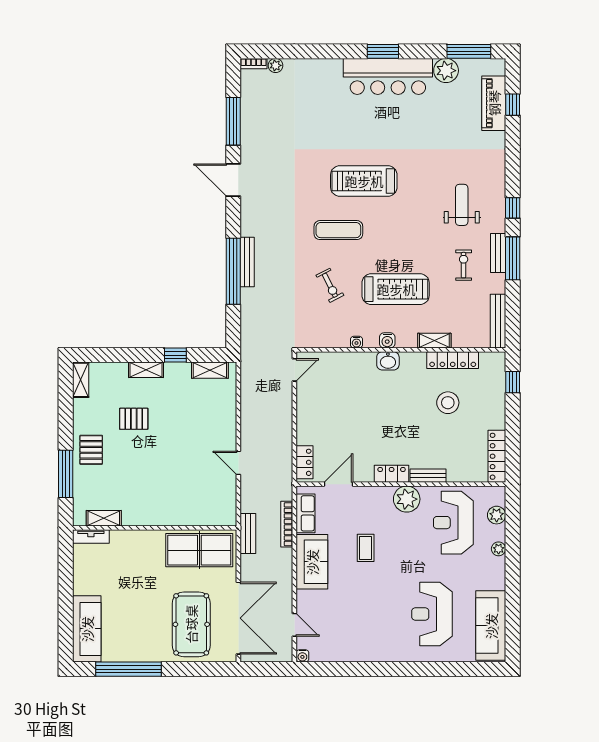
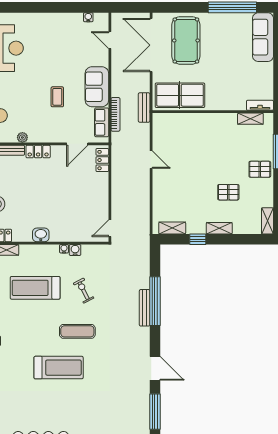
water cooler: (387, 340) -> (75, 250), moved
pallet: (91, 450) -> (260, 169), turned 90
plant: (407, 499) -> (22, 137), width x0.53, depth x0.53
water cooler: (302, 656) -> (88, 17), moved

